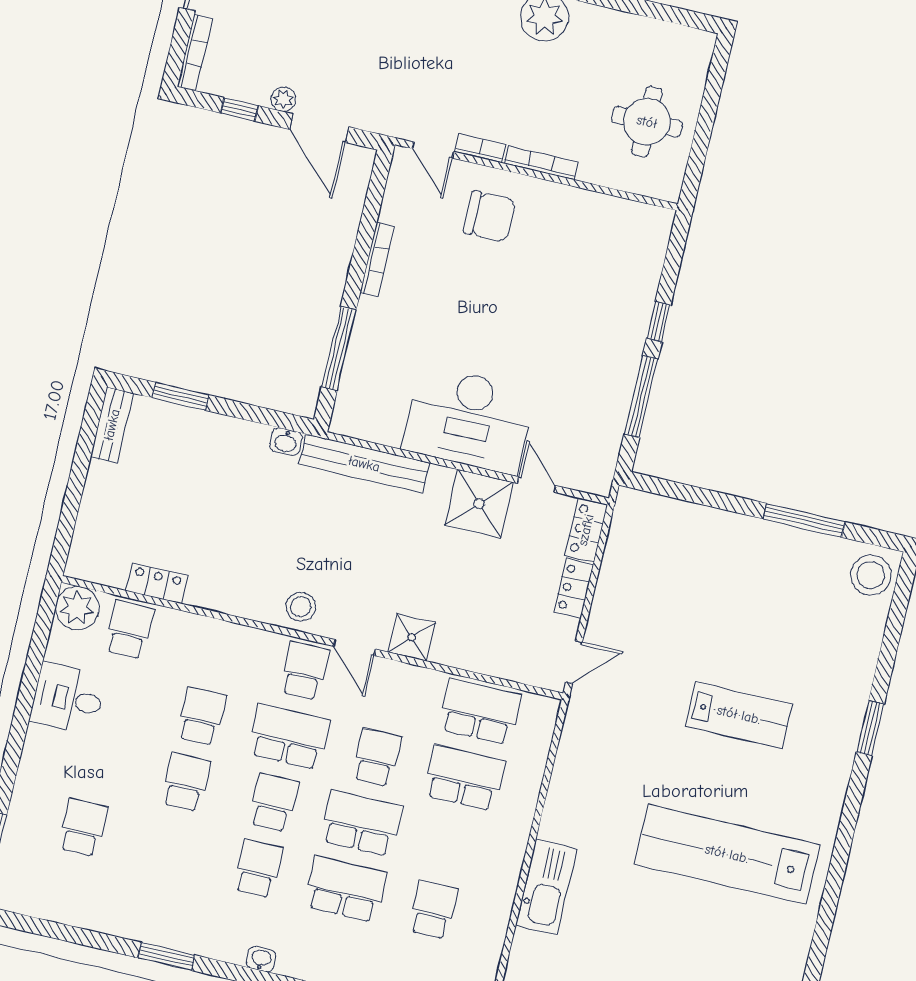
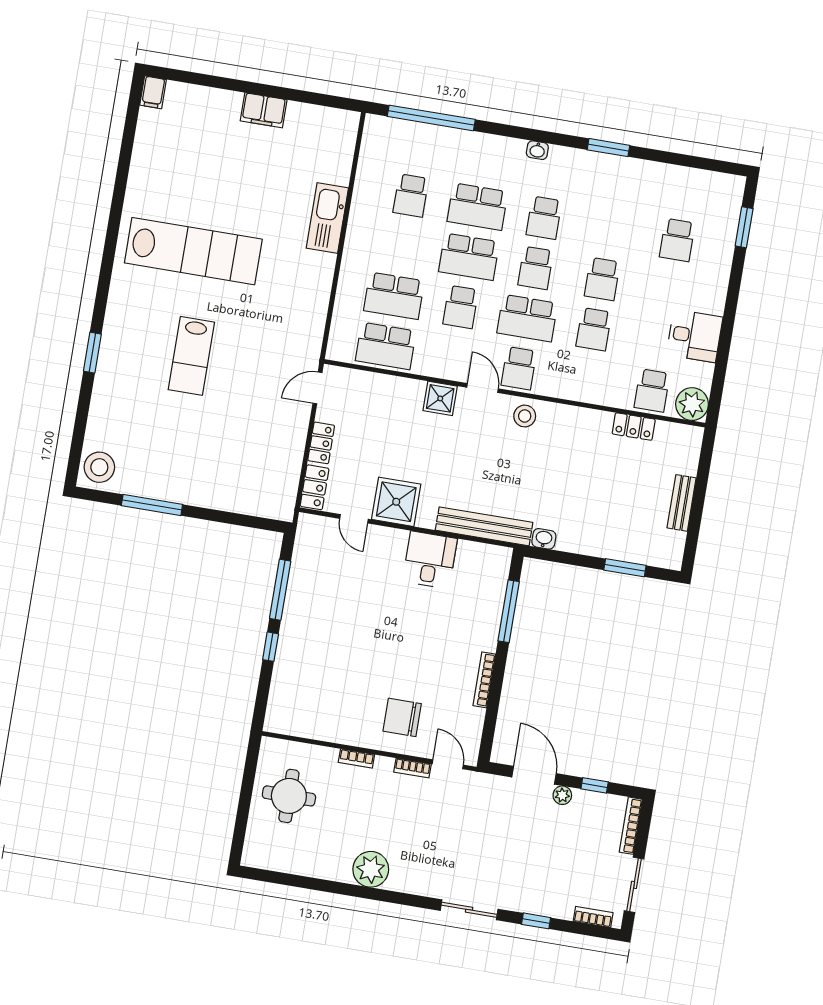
bookcase: (541, 163) -> (356, 758), width x0.64
desk: (469, 420) -> (430, 560), width x0.53, depth x0.77
bench: (112, 425) -> (682, 503), moved
lab bench: (739, 715) -> (191, 356), turned -90

